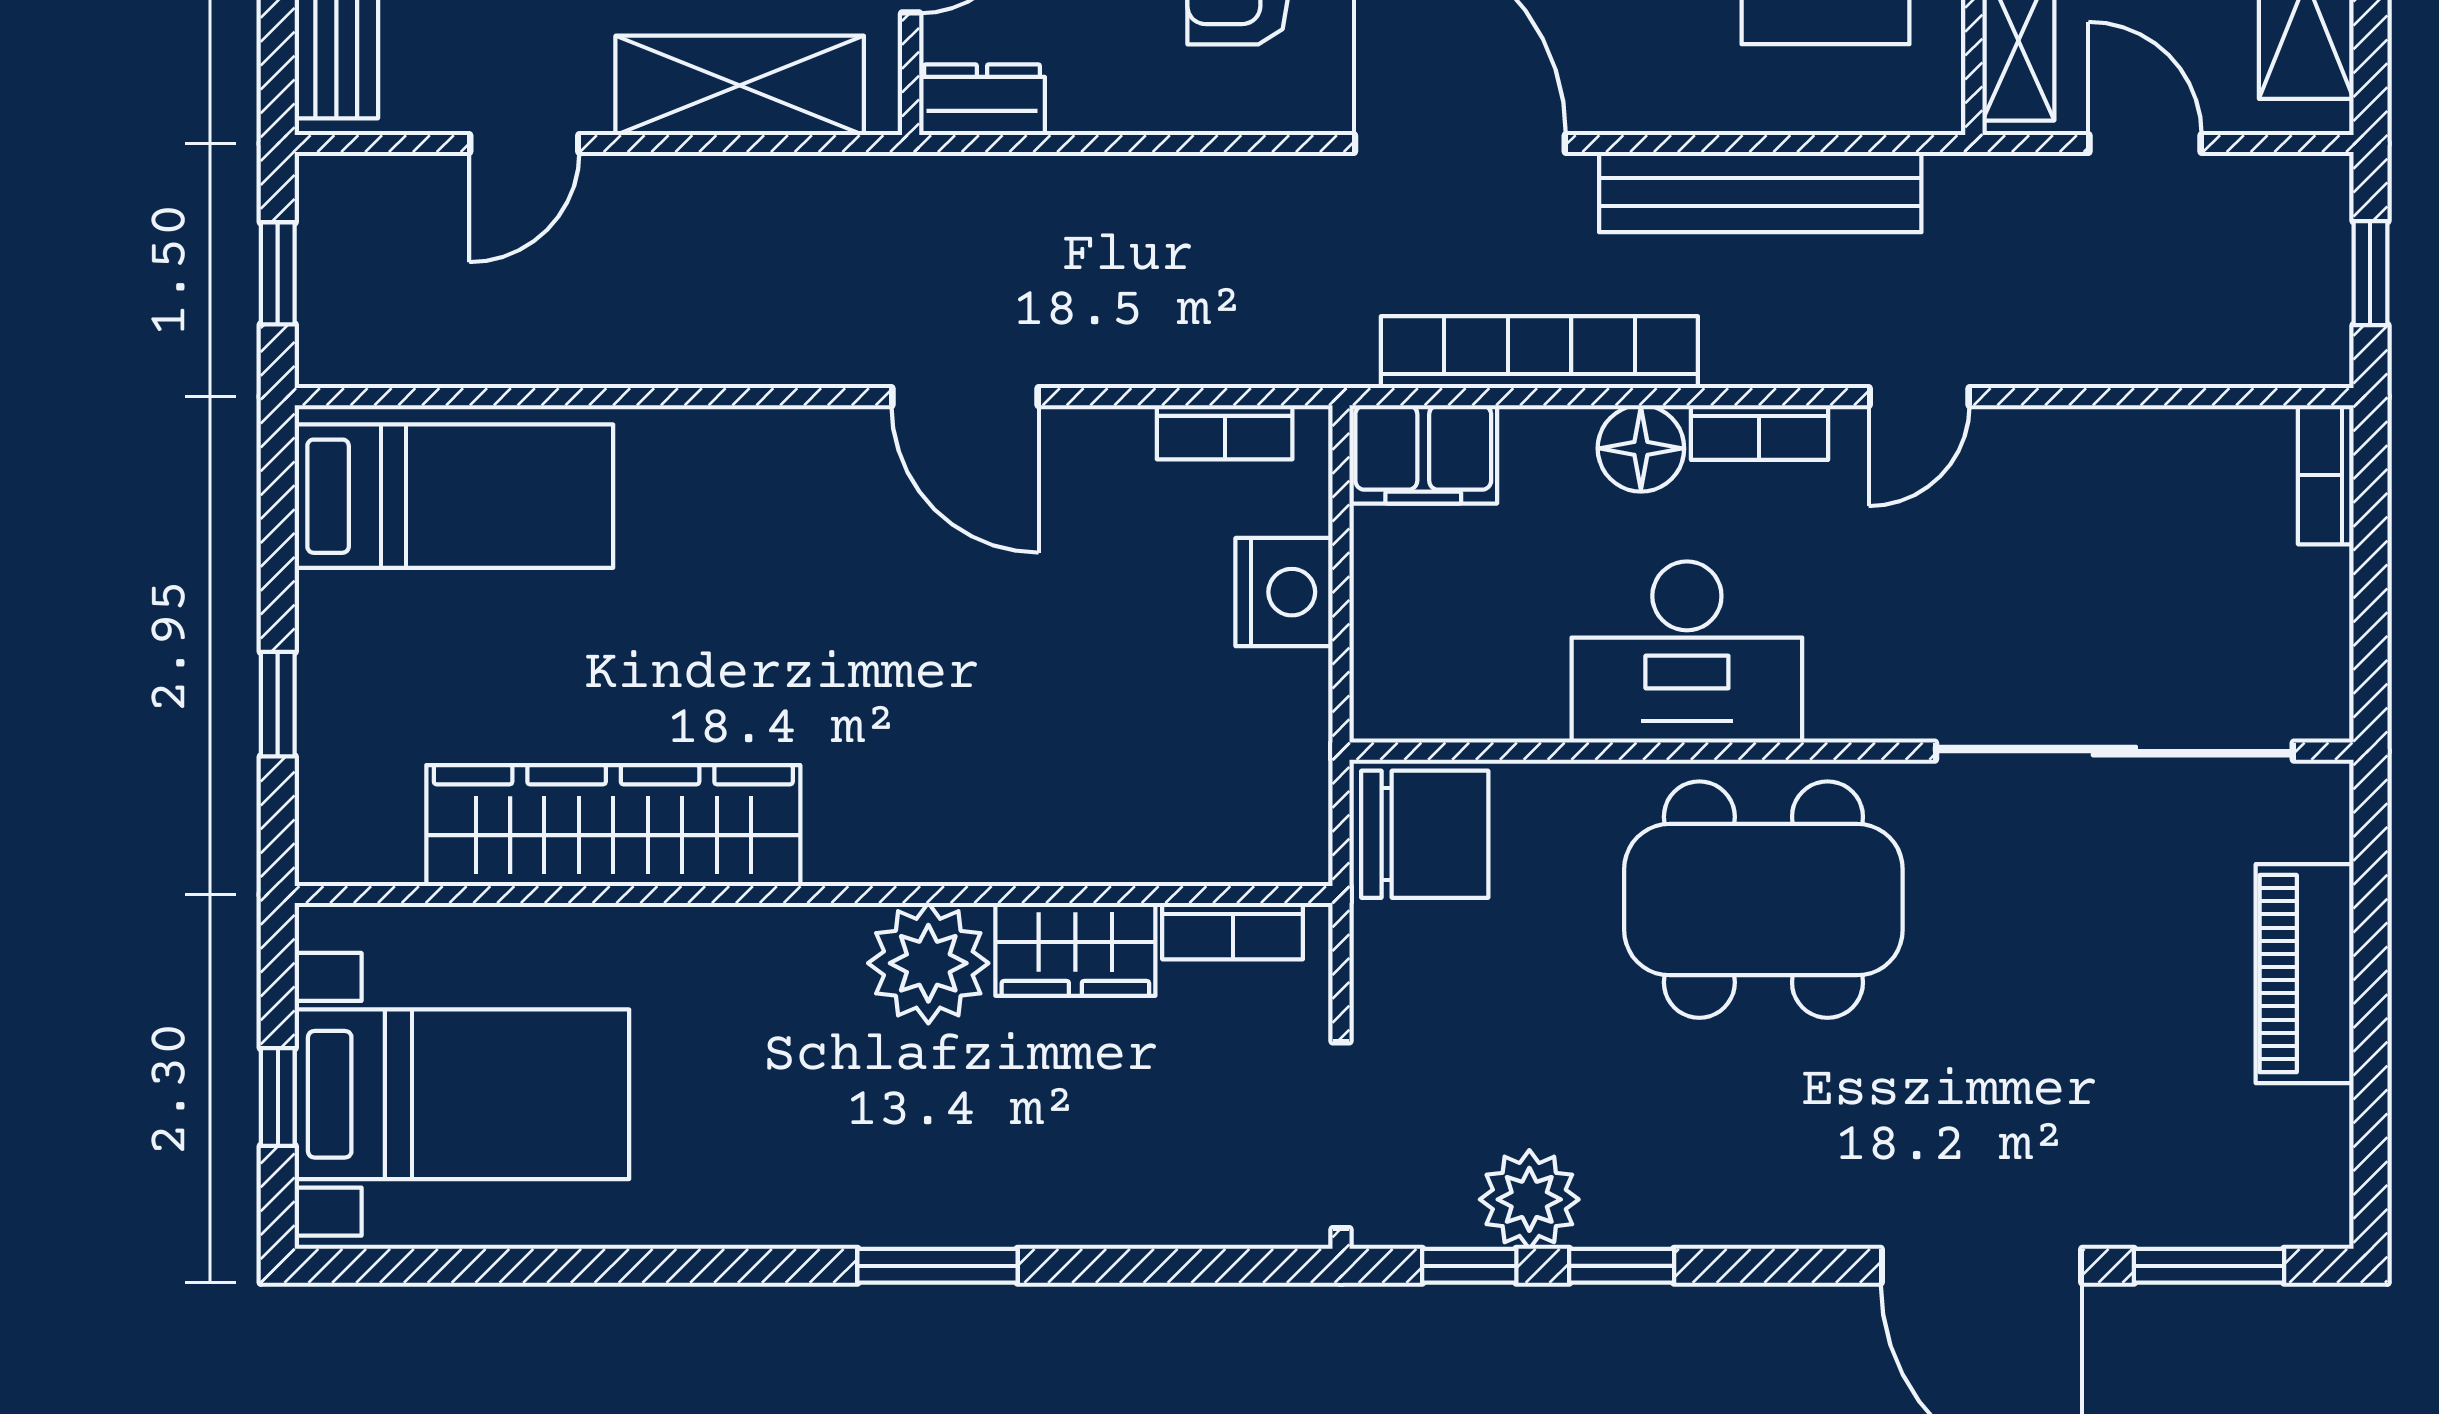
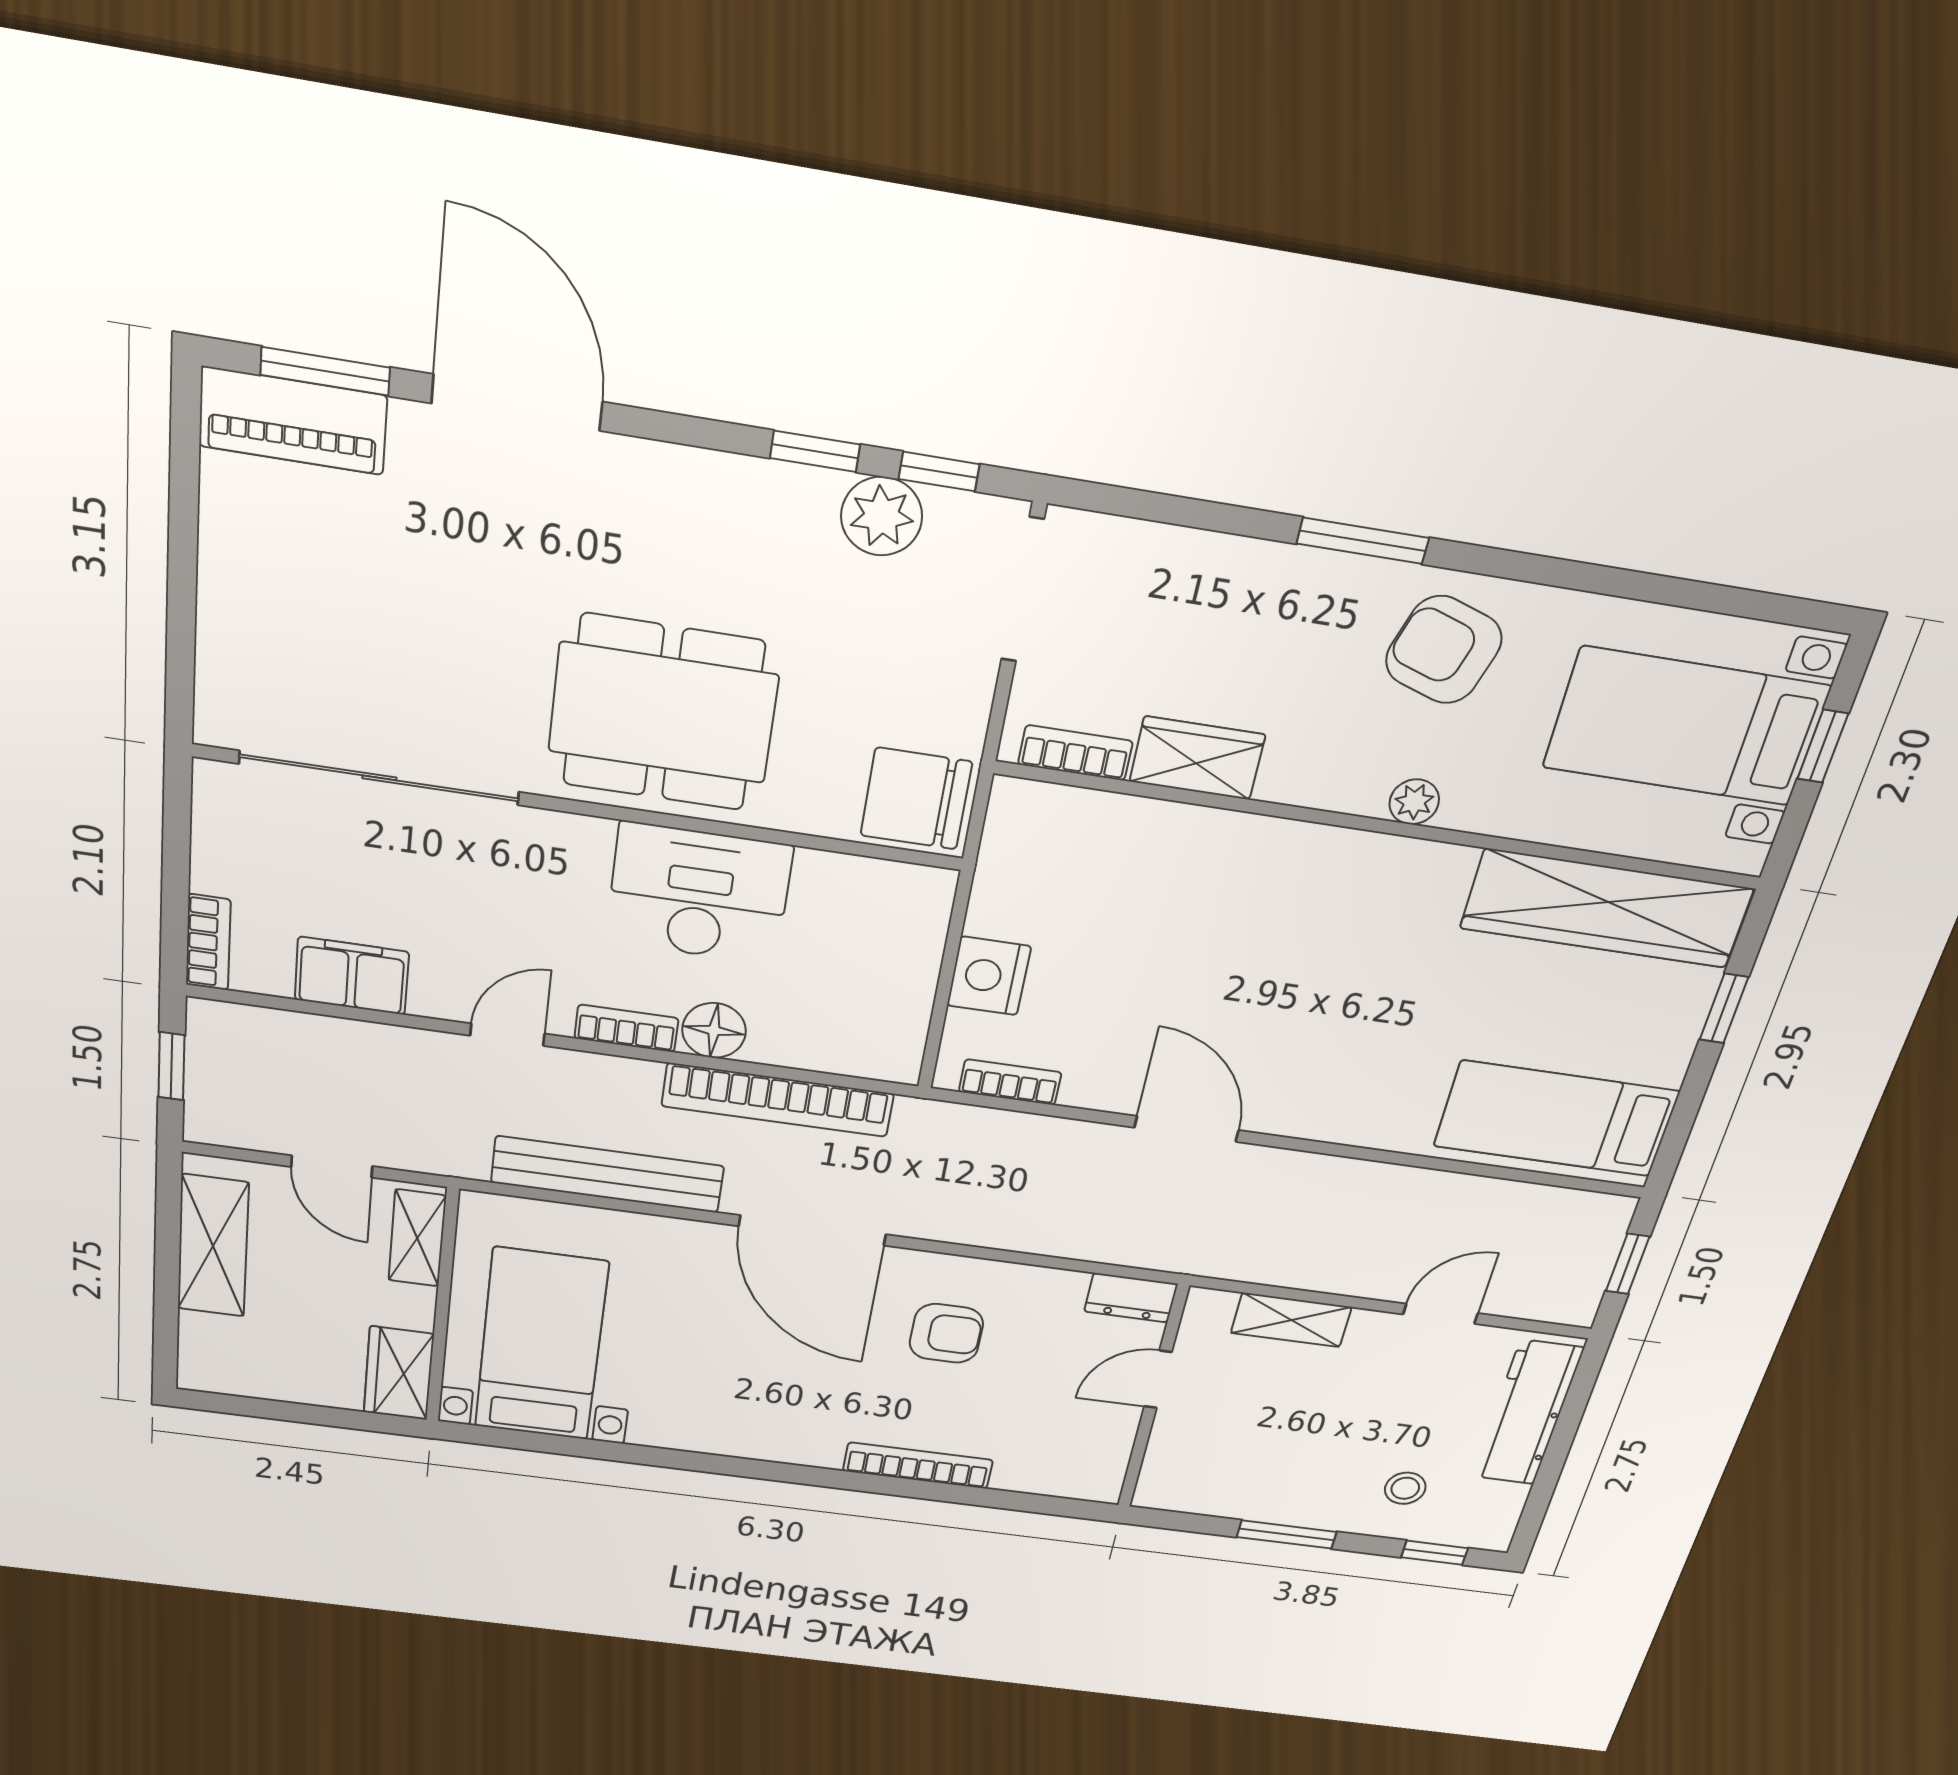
shelving: (740, 85) -> (1291, 1320), width x0.67, depth x0.75
filing cabinet: (1423, 454) -> (352, 976), moved
wardrobe: (613, 826) -> (1606, 909), moved
plant: (928, 963) -> (1414, 802), moved, width x0.53, depth x0.53
piano: (2305, 974) -> (293, 421), moved, turned 90
armchair: (800, 1144) -> (1444, 650), added

